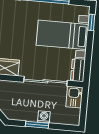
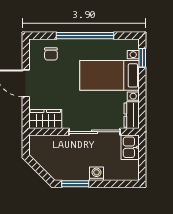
chair: (14, 12) -> (51, 54), added
window: (37, 125) -> (75, 184), moved

